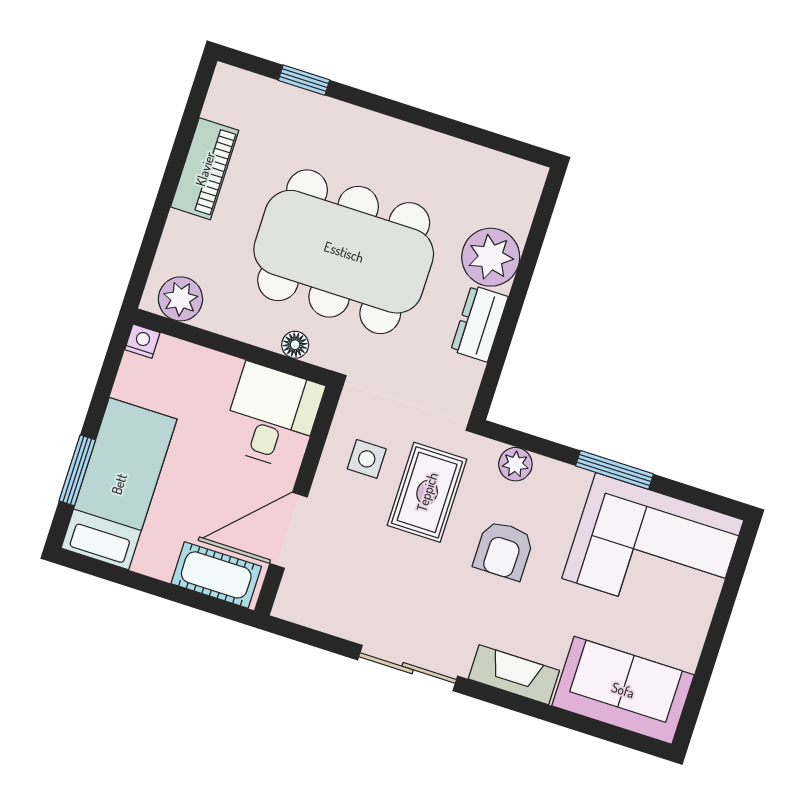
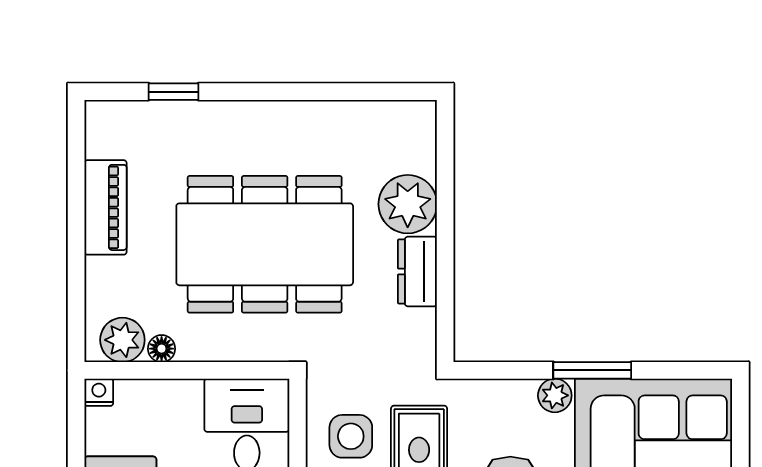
floor lamp: (295, 345) -> (162, 349), moved
side table: (367, 459) -> (351, 436), width x1.37, depth x1.37
plant: (515, 464) -> (555, 395), moved

